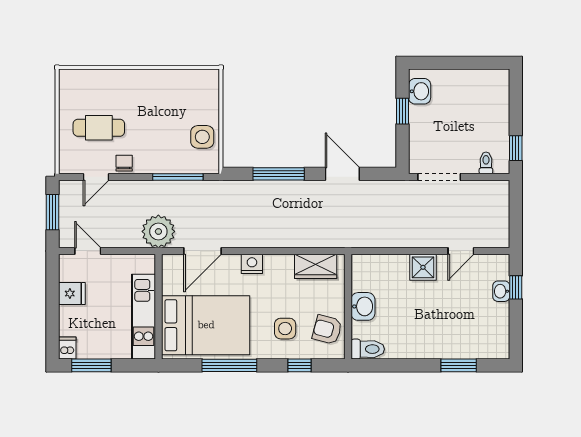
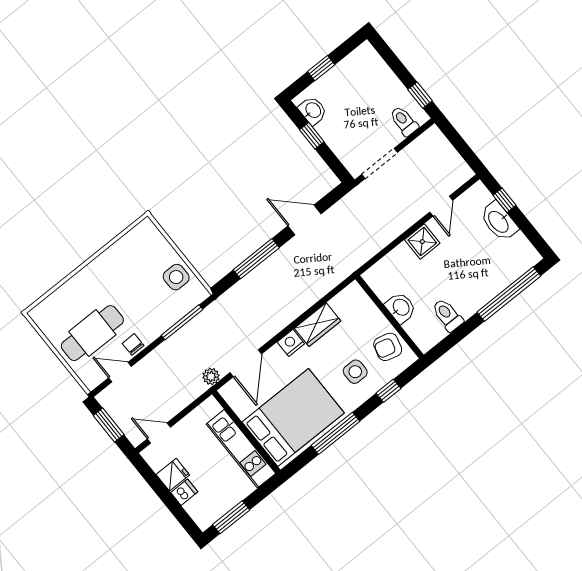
window: (454, 63) -> (321, 68), added
cafe table: (99, 128) -> (92, 333), width x1.37, depth x1.35
toilet: (486, 163) -> (404, 121), width x1.37, depth x1.39
door: (96, 177) -> (120, 372), swing flipped
plant: (158, 231) -> (211, 376), width x0.53, depth x0.53
wardrobe: (316, 266) -> (318, 325), moved
washbasin: (501, 291) -> (499, 221), width x1.91, depth x1.45
dishwasher: (67, 348) -> (184, 492), moved, turned 90
toilet: (368, 349) -> (447, 315), moved, turned -90
window: (459, 365) -> (509, 294), width x2.11

